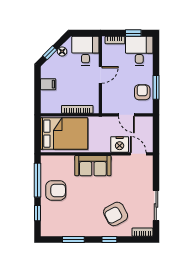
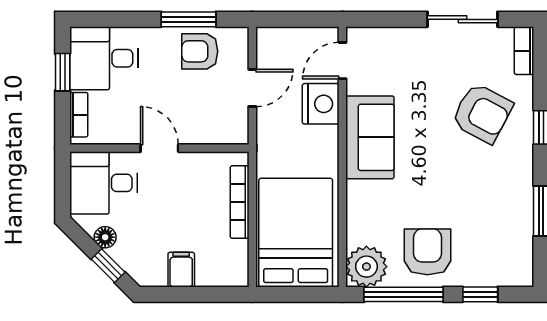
plant: (49, 164) -> (366, 267), added
sofa: (93, 166) -> (370, 137), moved
armchair: (116, 214) -> (482, 113), turned -34

